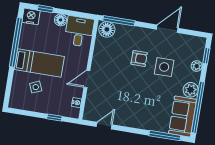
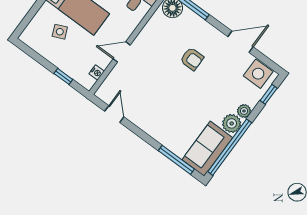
plant: (197, 66) -> (244, 111), moved
side table: (164, 67) -> (258, 74), moved
door: (104, 126) -> (114, 114), hinge flipped

